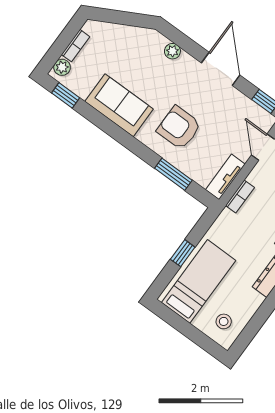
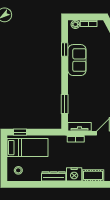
window: (66, 95) -> (65, 50), moved
armchair: (179, 128) -> (86, 92), removed
window: (183, 253) -> (20, 132), moved

